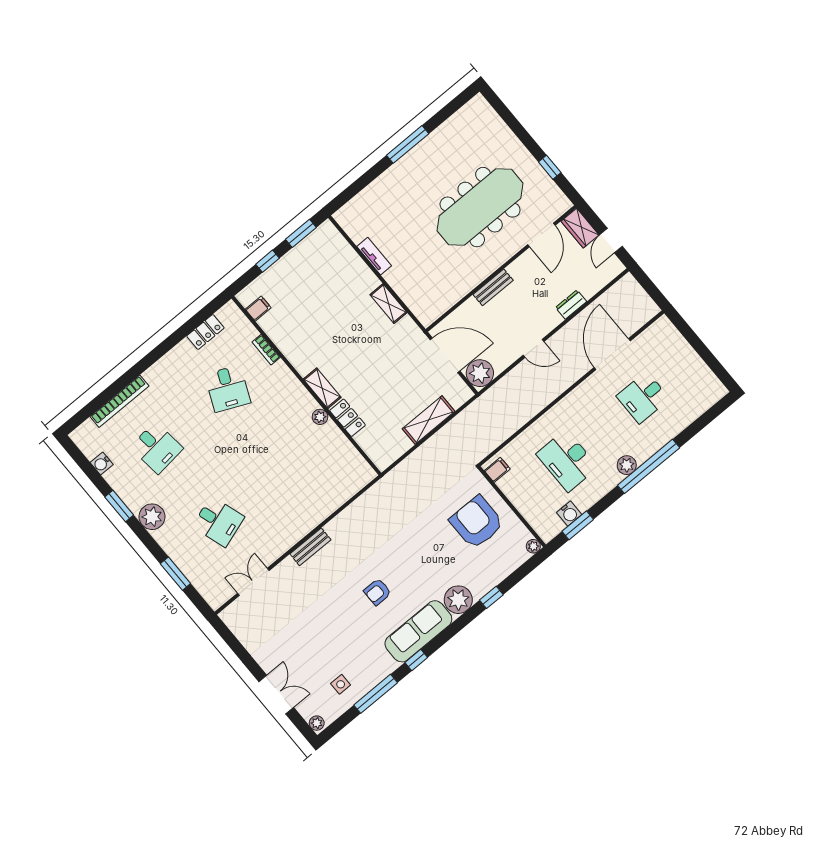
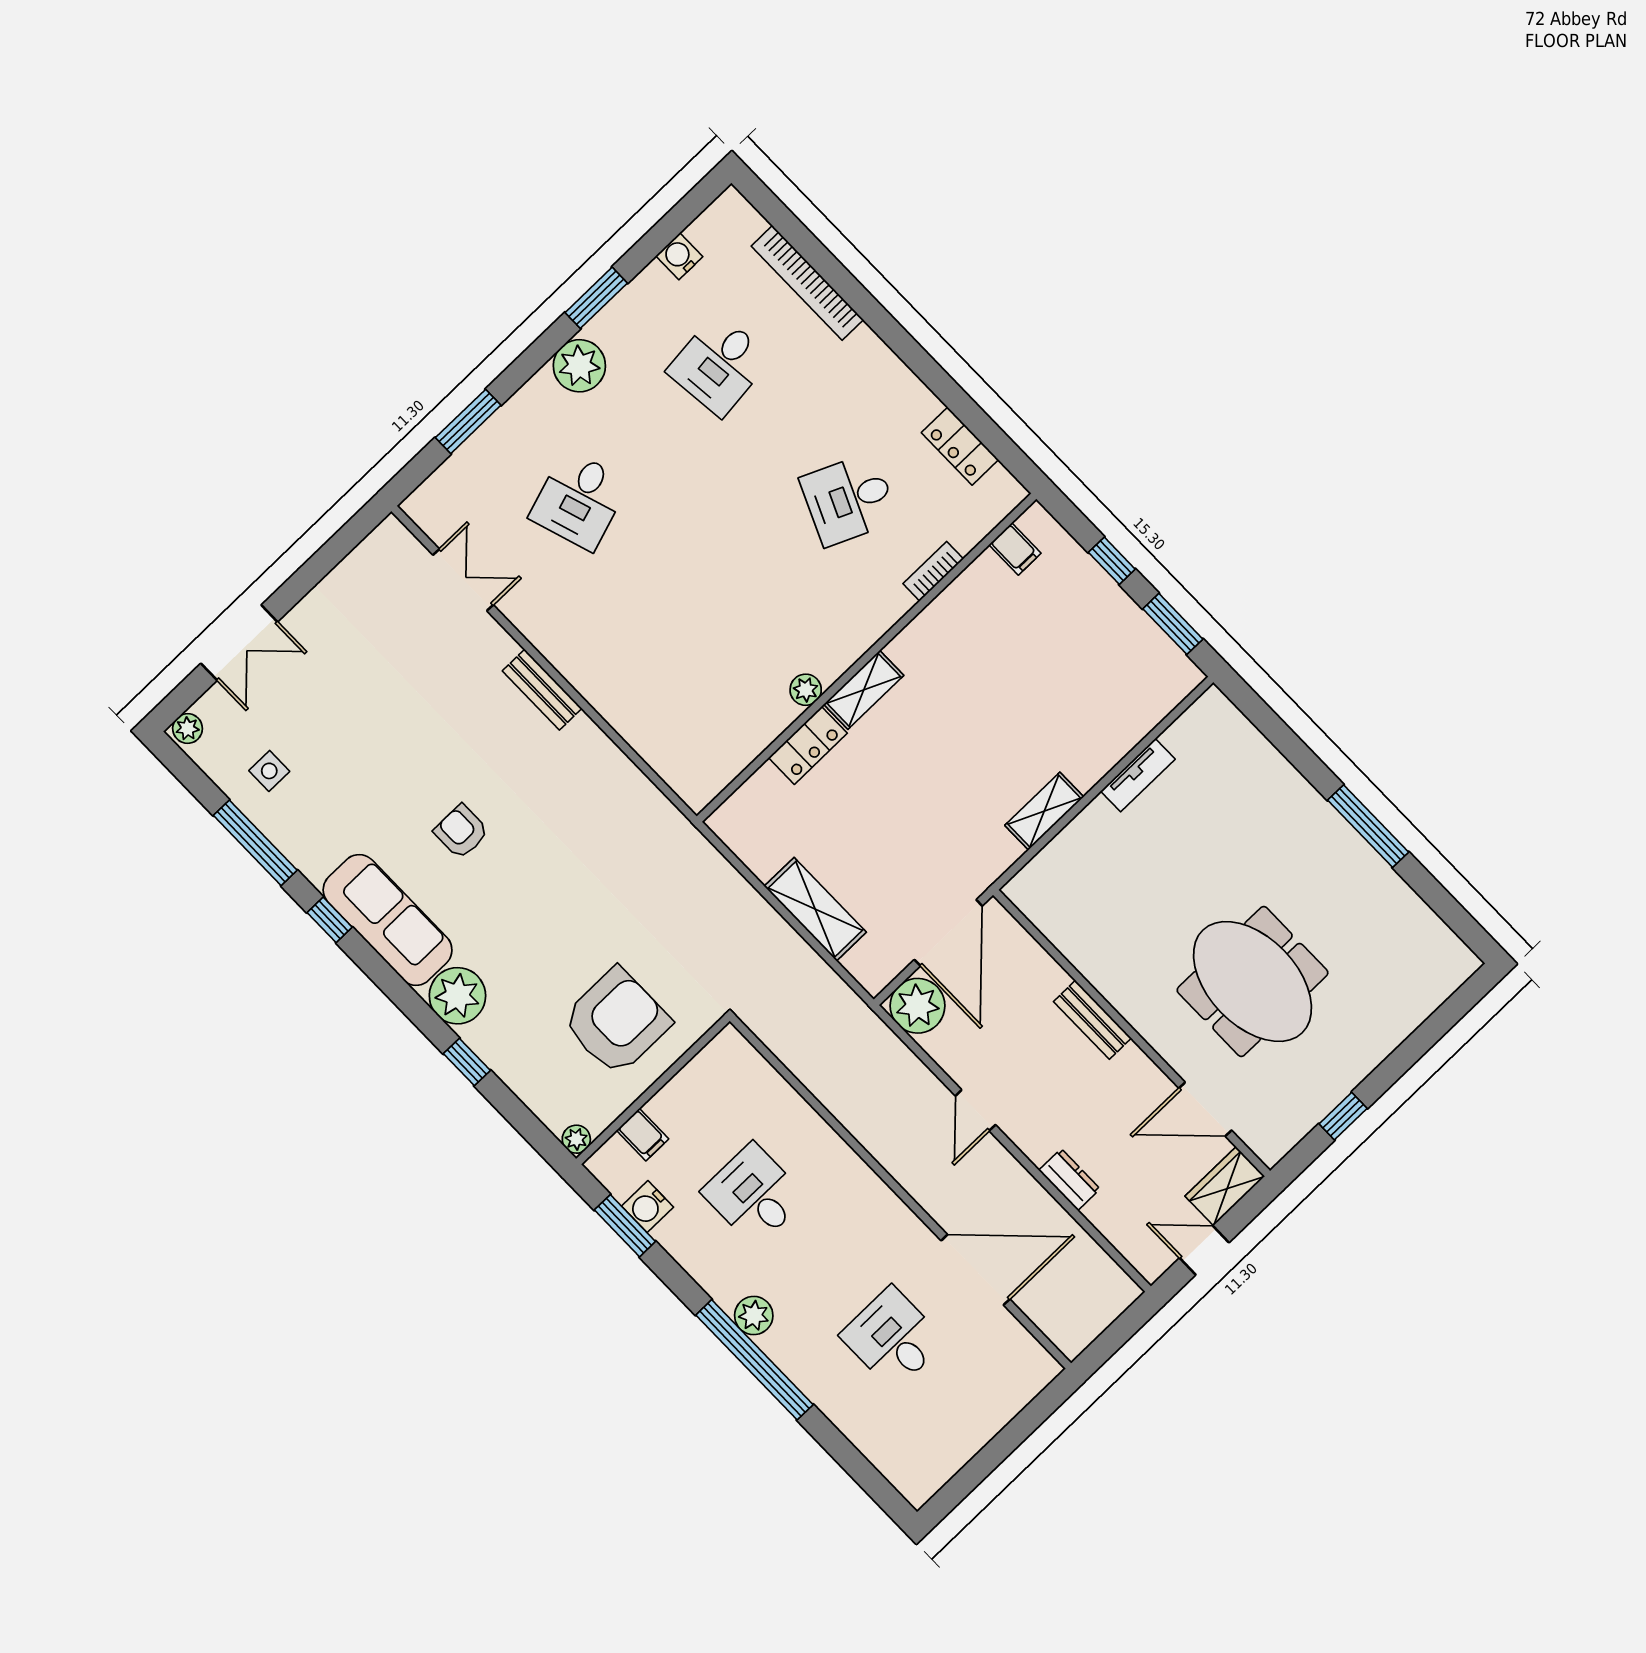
meeting table: (480, 207) -> (1253, 981), width x0.73
desk: (567, 461) -> (754, 1195), width x0.73
filing cabinet: (497, 470) -> (643, 1135), moved

